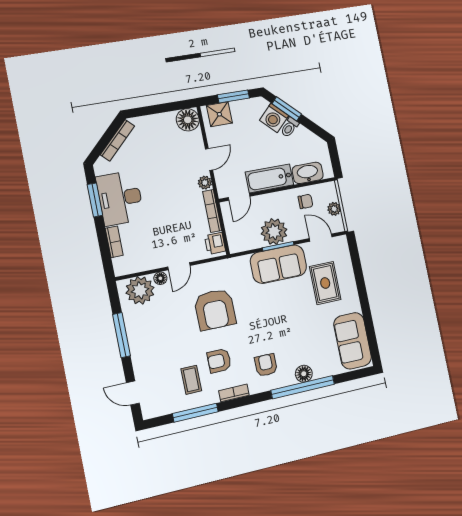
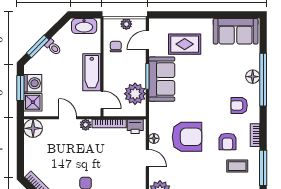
washing machine: (274, 118) -> (33, 83), moved, turned -45
washbasin: (308, 173) -> (84, 26), moved, turned -90
plant: (274, 232) -> (135, 94), moved
floor lamp: (160, 278) -> (154, 138), moved

